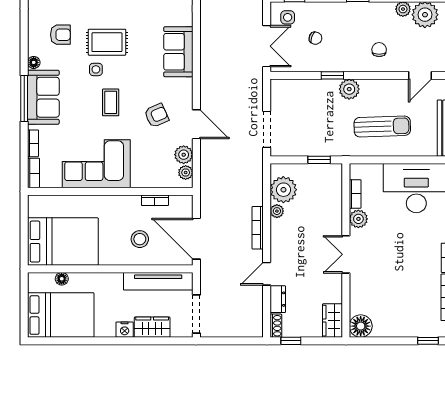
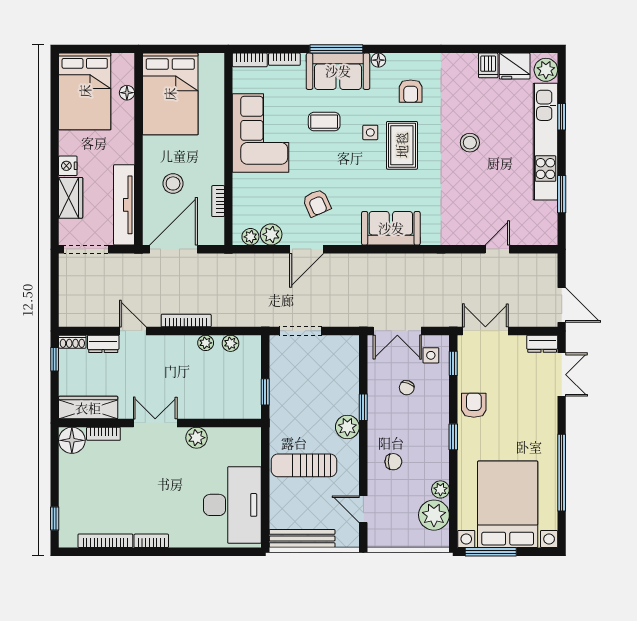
coffee table: (111, 102) -> (324, 122), moved
sun lounger: (382, 126) -> (304, 465), turned 92
plant: (283, 190) -> (230, 343), width x0.53, depth x0.53
bookcase: (355, 194) -> (103, 434), moved
wardrobe: (332, 321) -> (88, 408), width x1.50

